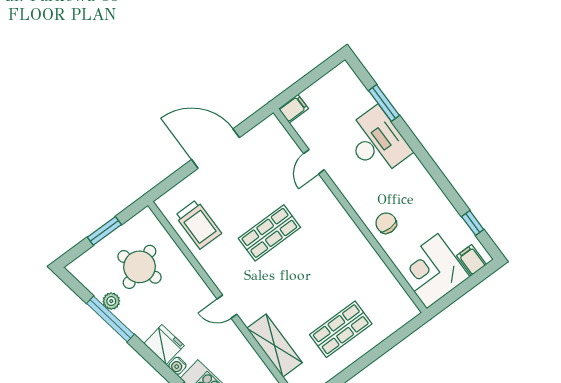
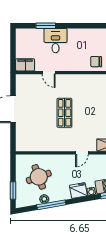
filing cabinet: (293, 109) -> (25, 65), width x2.00
desk: (377, 142) -> (55, 41), width x0.73
trolley: (198, 224) -> (39, 140), removed
window: (104, 231) -> (13, 190), moved

